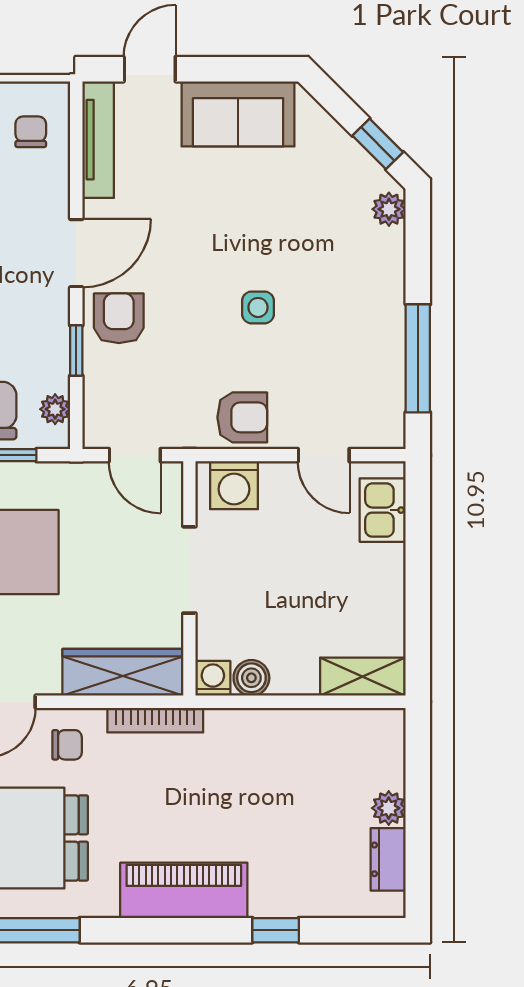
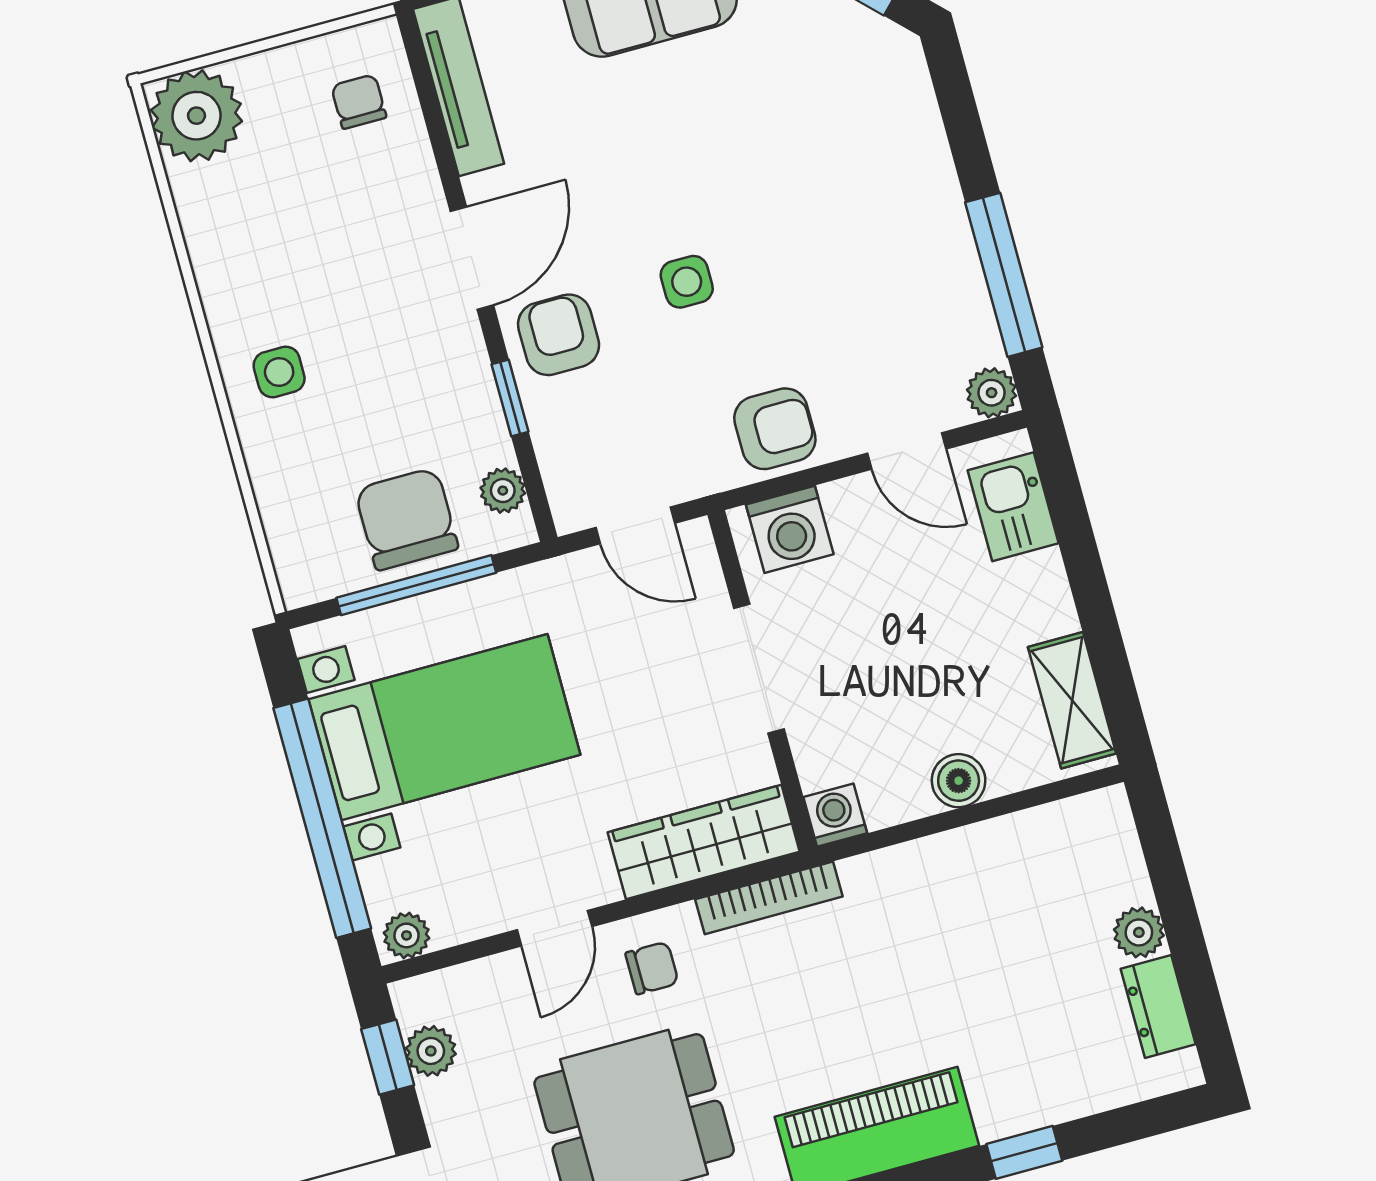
plant: (389, 209) -> (992, 393), moved
side table: (258, 307) -> (687, 282), moved
shelving: (362, 677) -> (1072, 700), moved, turned 90
boiler: (251, 678) -> (959, 781), moved

